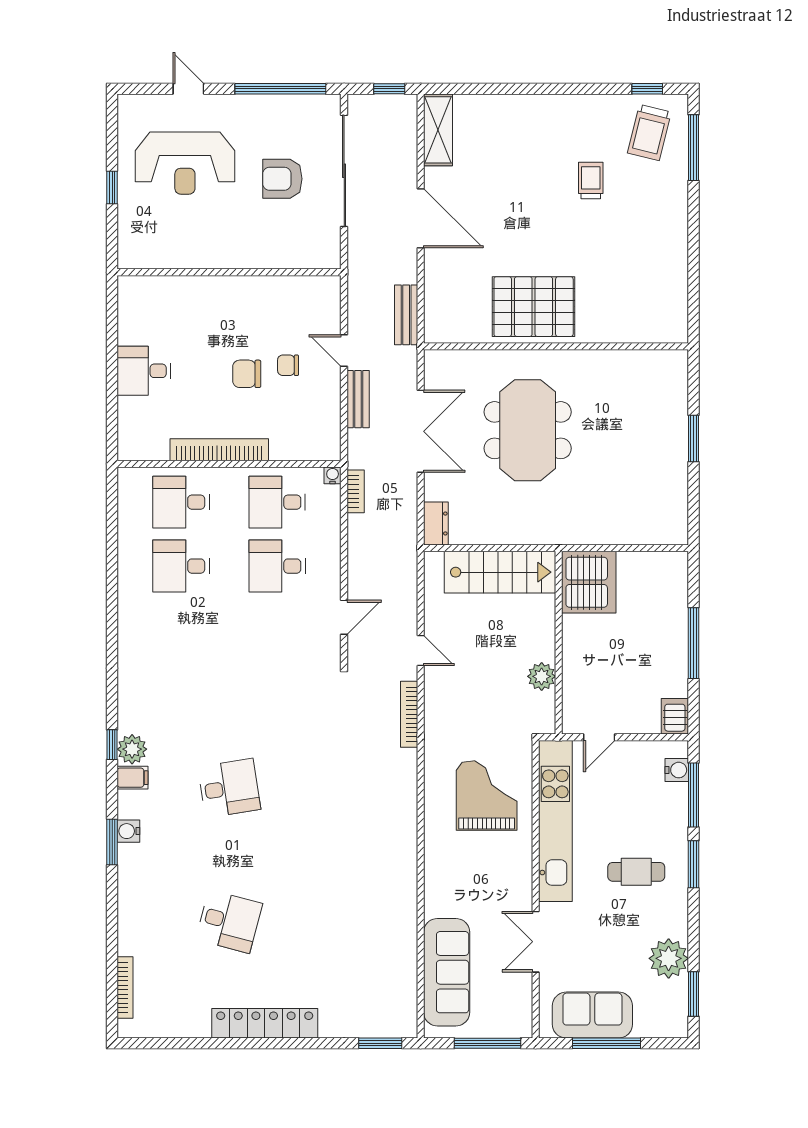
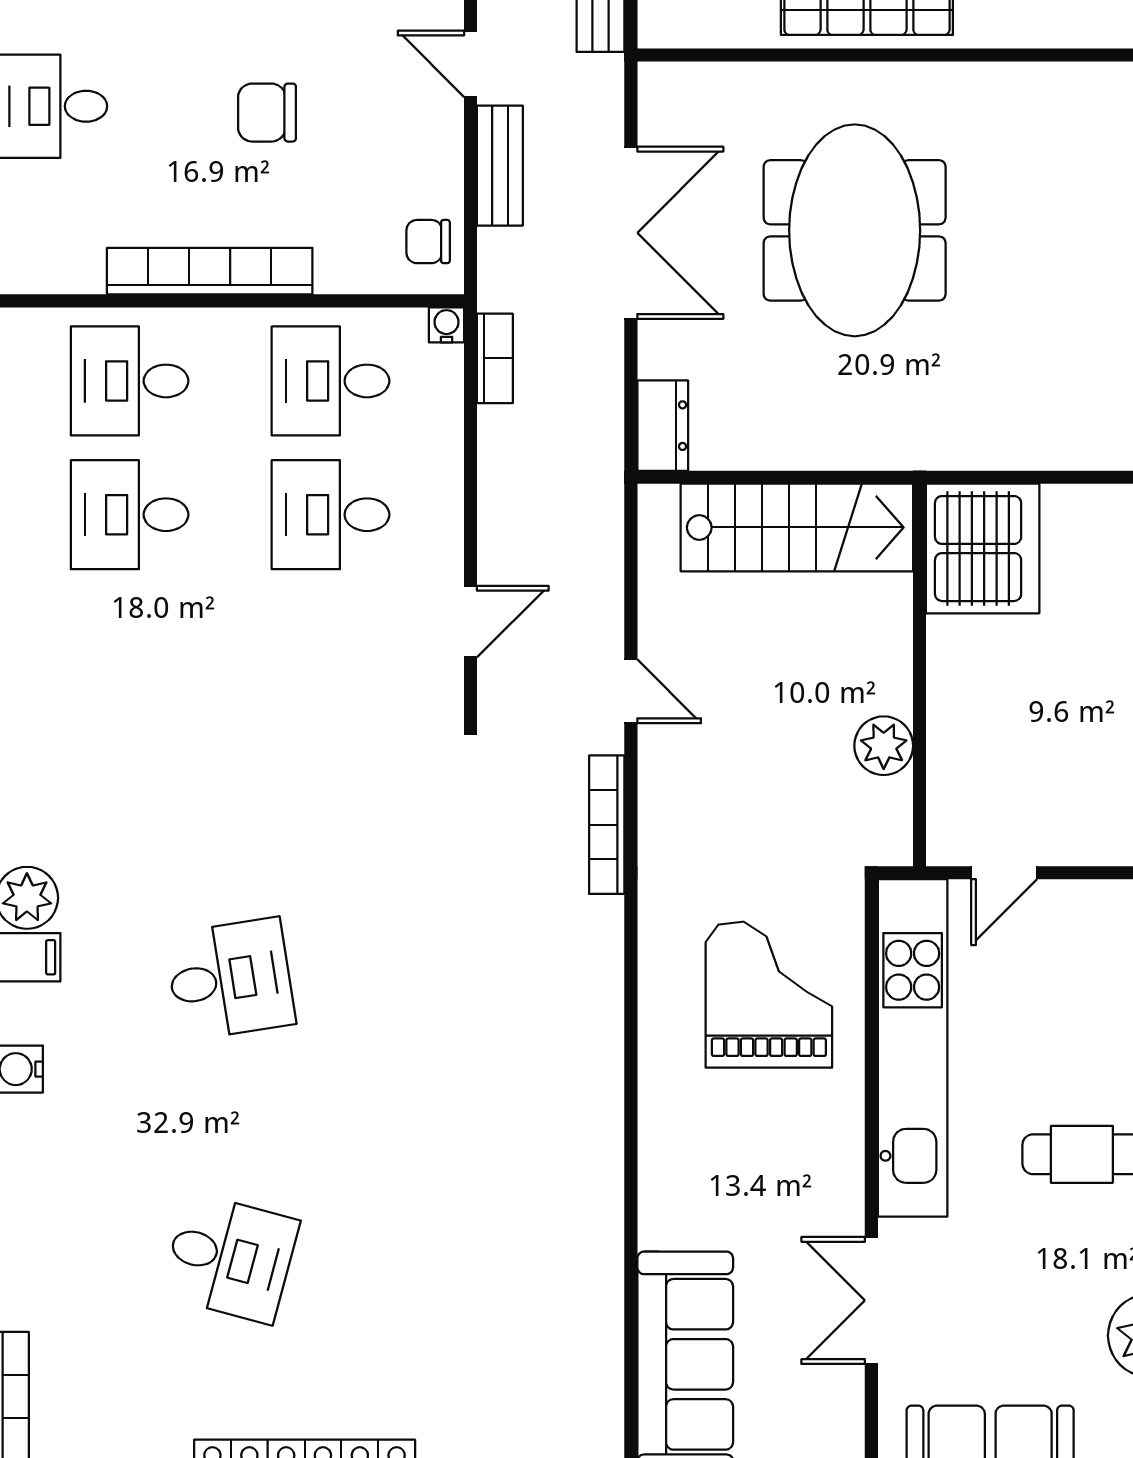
chair: (288, 365) -> (428, 242), moved

